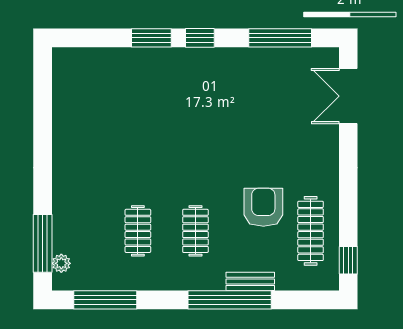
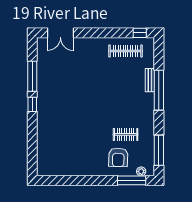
window: (151, 38) -> (32, 128), removed
window: (280, 38) -> (32, 76), moved
armchair: (263, 207) -> (118, 157), moved, turned -88
clothes rail: (195, 231) -> (126, 107), removed

